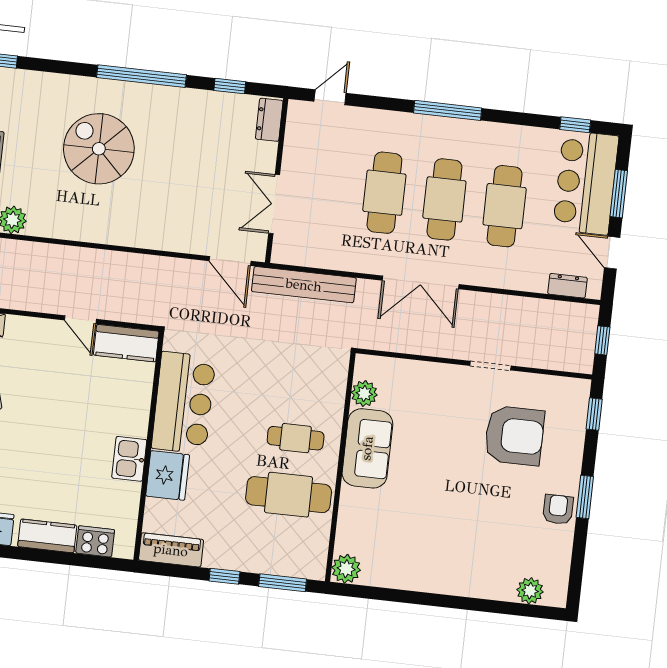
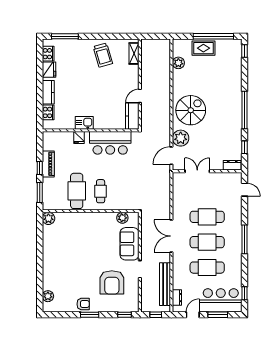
spiral stairs: (99, 149) -> (191, 110), moved
plant: (191, 235) -> (181, 138), added
bench: (304, 285) -> (165, 284), moved
sofa: (367, 448) -> (129, 244), moved, turned 90
fridge: (168, 475) -> (79, 138), width x0.53, depth x0.75
piano: (171, 550) -> (48, 164), moved

